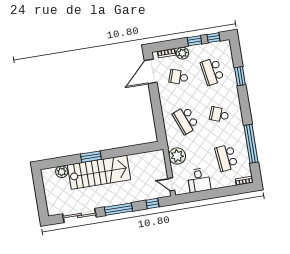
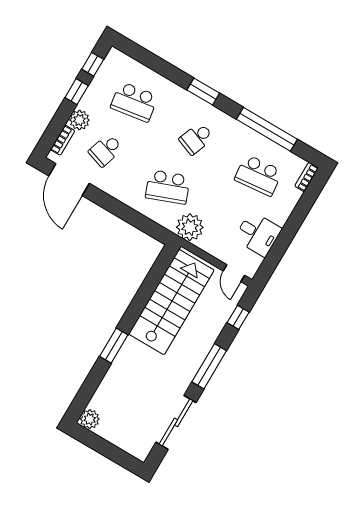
window: (240, 76) -> (203, 92), moved
plant: (177, 156) -> (190, 227), moved
plant: (62, 172) -> (90, 419), moved
stairs: (99, 172) -> (171, 302), moved
door: (171, 184) -> (234, 273), hinge flipped

